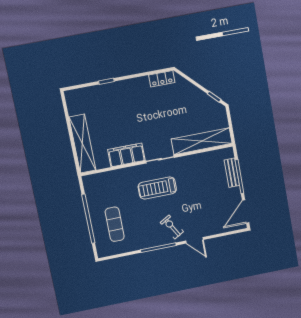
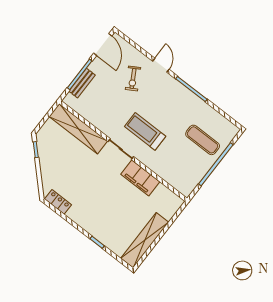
shelving: (82, 144) -> (145, 240), moved
treadmill: (157, 188) -> (145, 131), turned 180
door: (246, 212) -> (103, 45), hinge flipped
exercise mat: (115, 224) -> (203, 140), turned 90
exercise bike: (172, 227) -> (133, 79), moved

